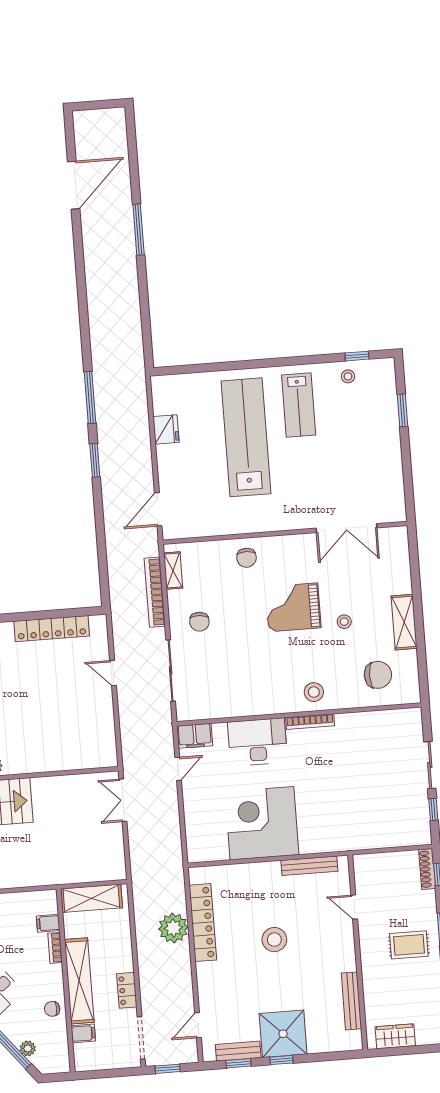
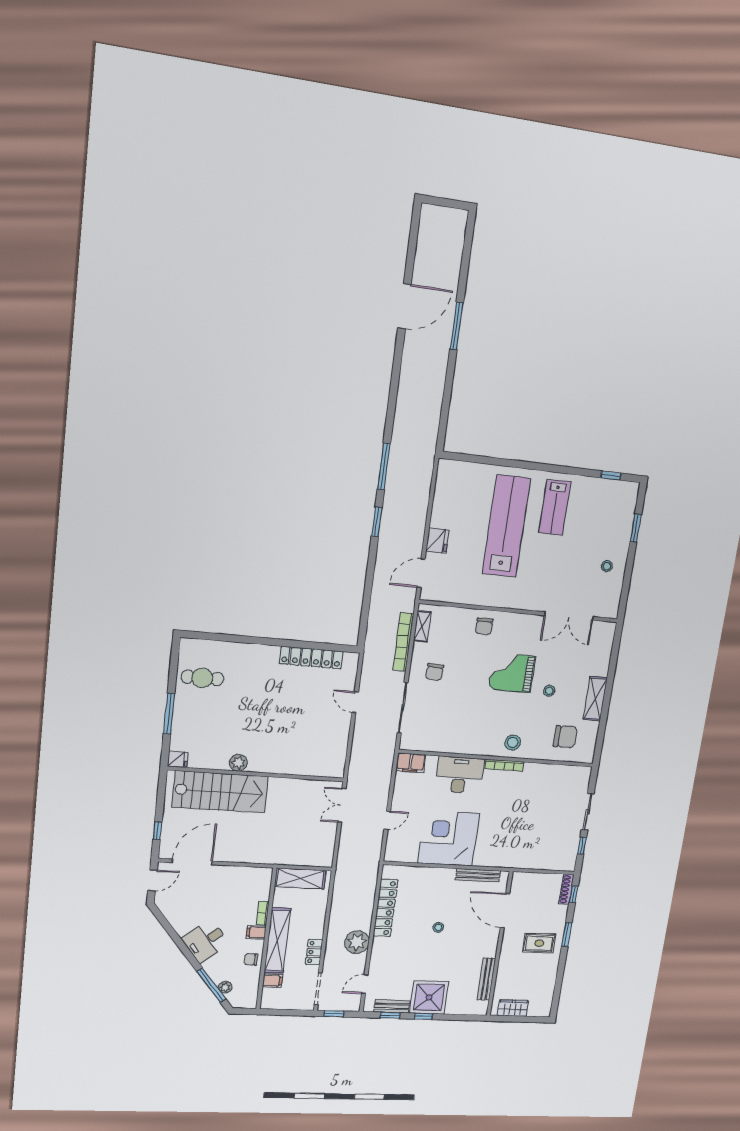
door: (74, 185) -> (404, 306), moved
stool: (348, 376) -> (607, 566), moved
fridge: (166, 429) -> (437, 541), moved
door: (178, 769) -> (387, 820), moved
door: (354, 907) -> (505, 911), width x1.87
filing cabinet: (48, 923) -> (256, 932), moved
plant: (173, 928) -> (357, 942), moved
stool: (274, 940) -> (438, 927), width x0.53, depth x0.53

